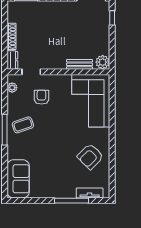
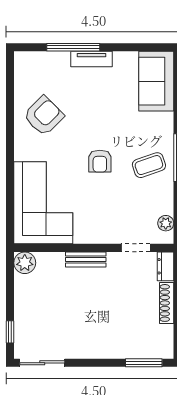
bench: (80, 64) -> (86, 259), moved
armchair: (41, 97) -> (100, 161), moved
tv unit: (90, 193) -> (91, 59), moved

